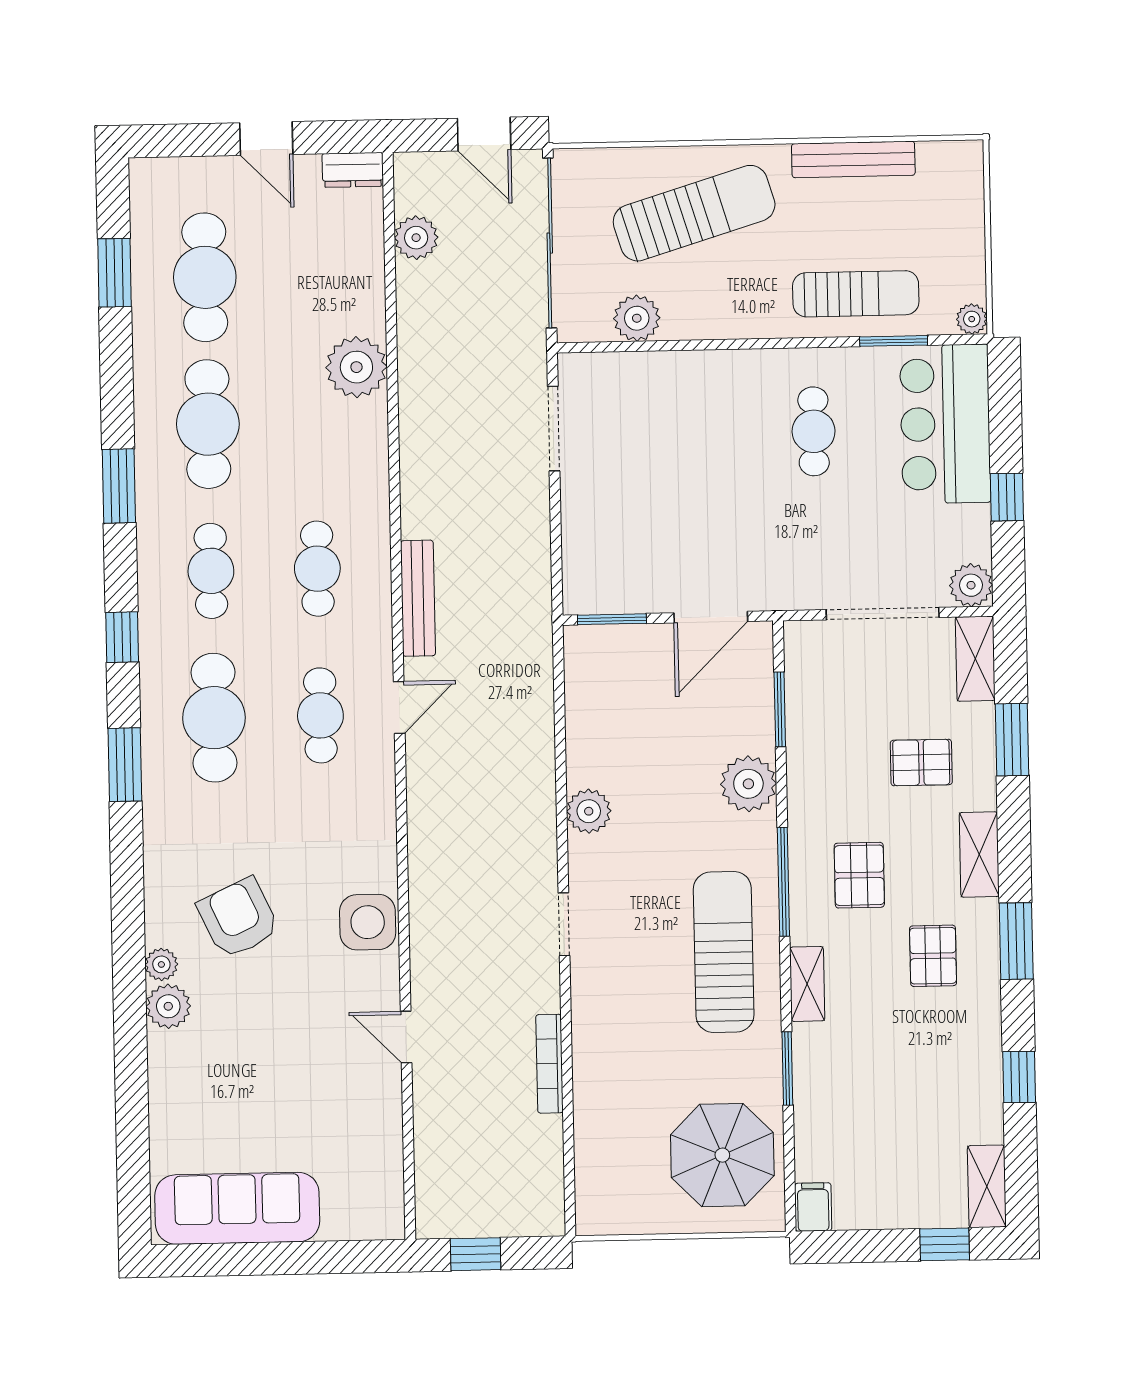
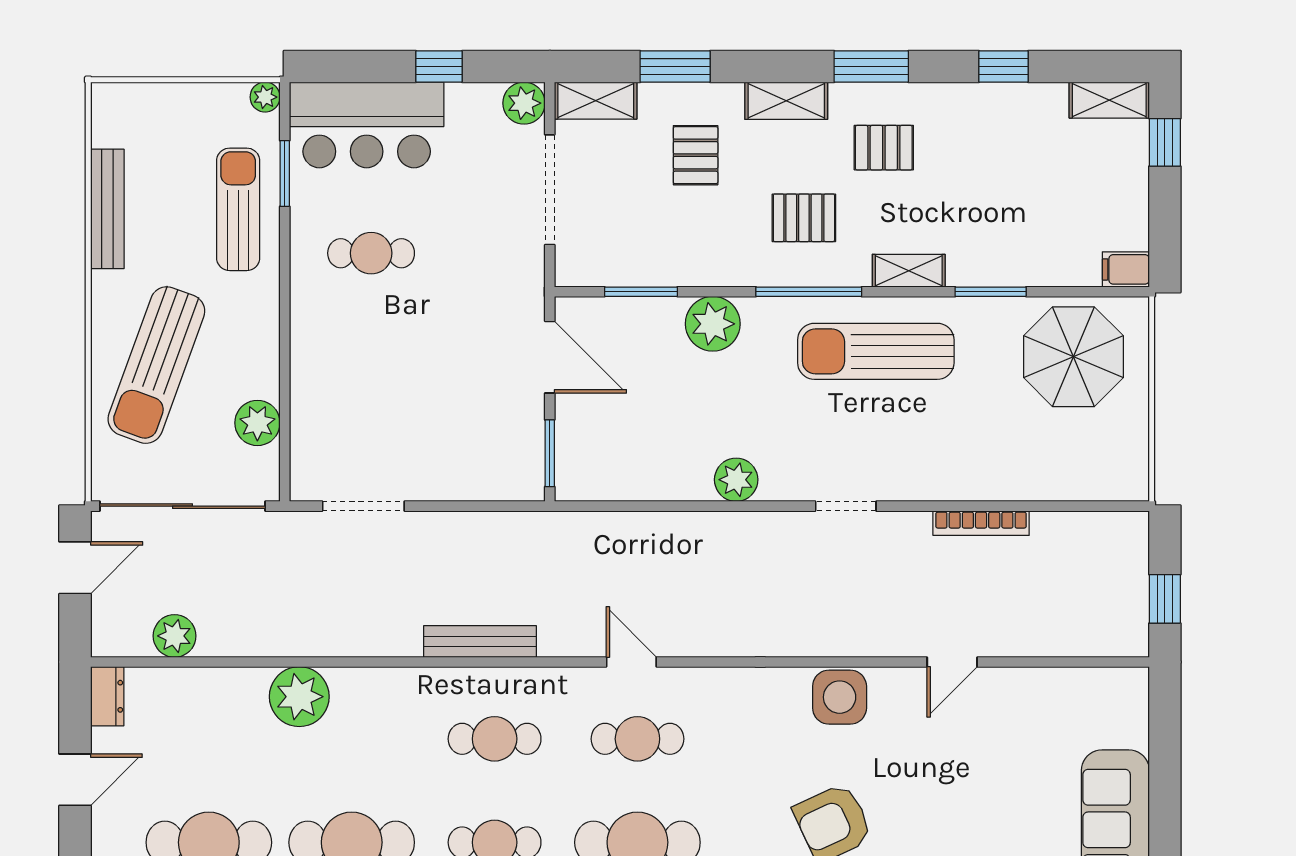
sun lounger: (694, 213) -> (156, 365), turned -143
bench: (418, 598) -> (480, 642), moved

